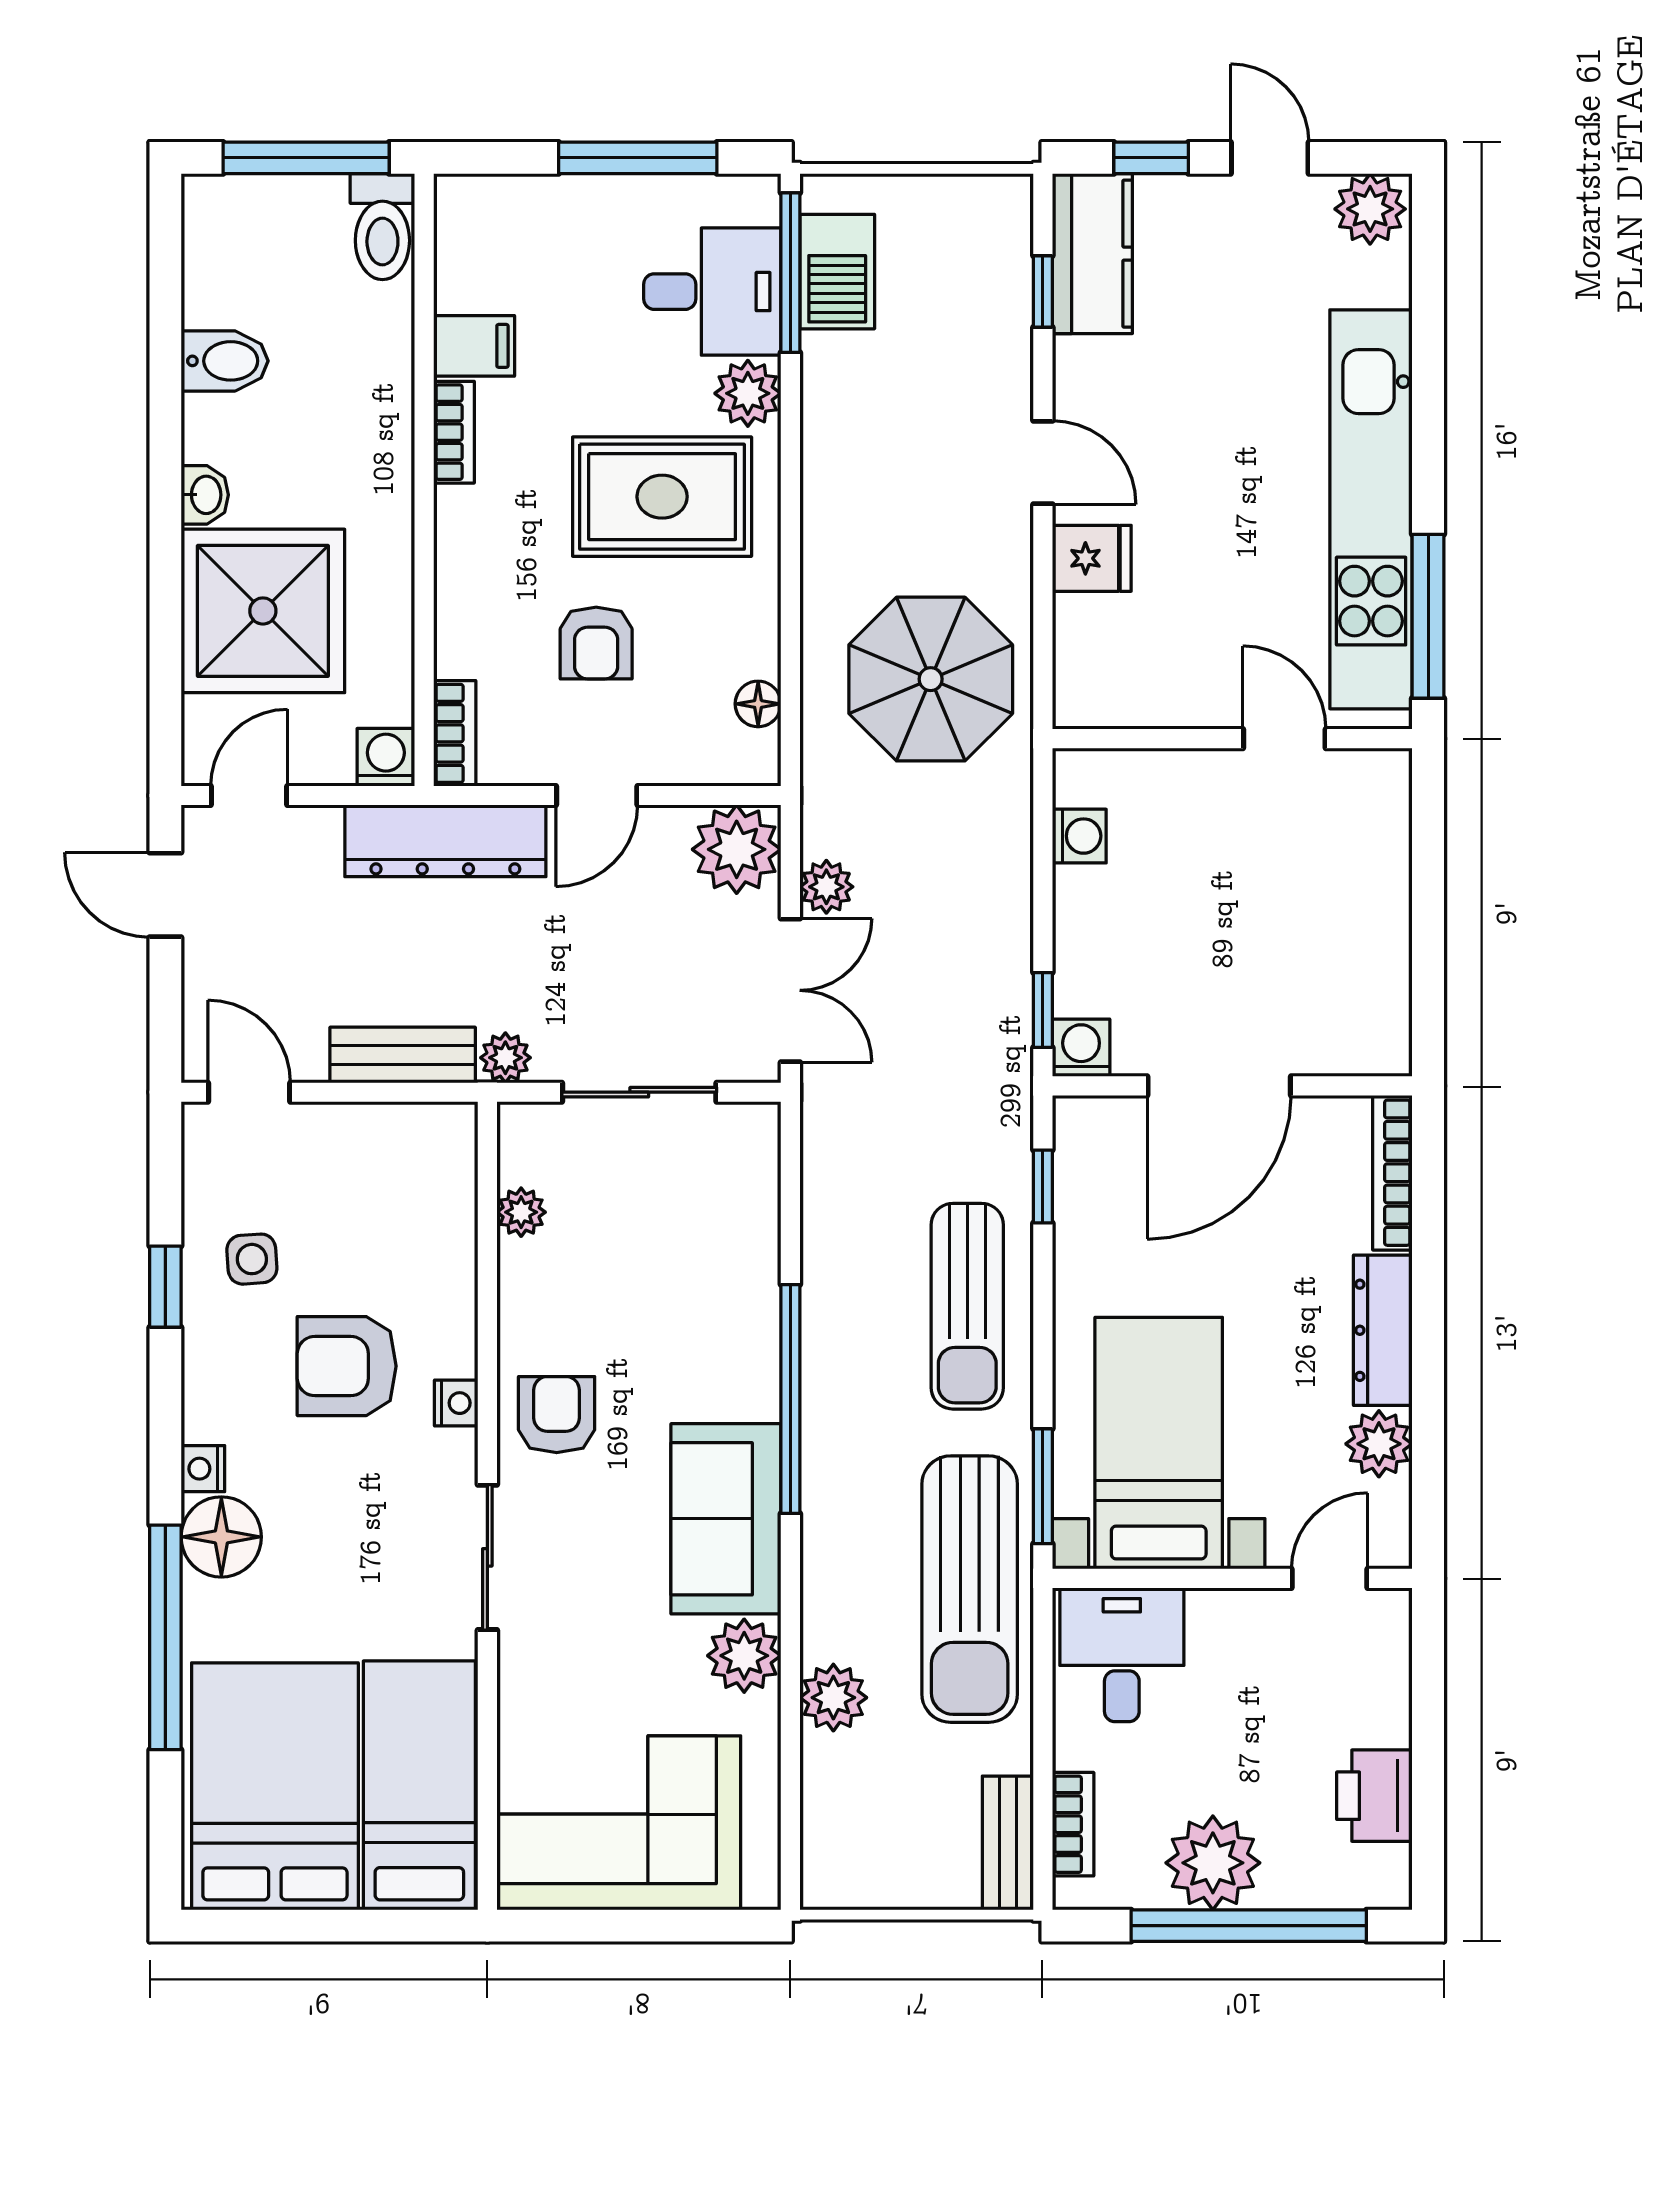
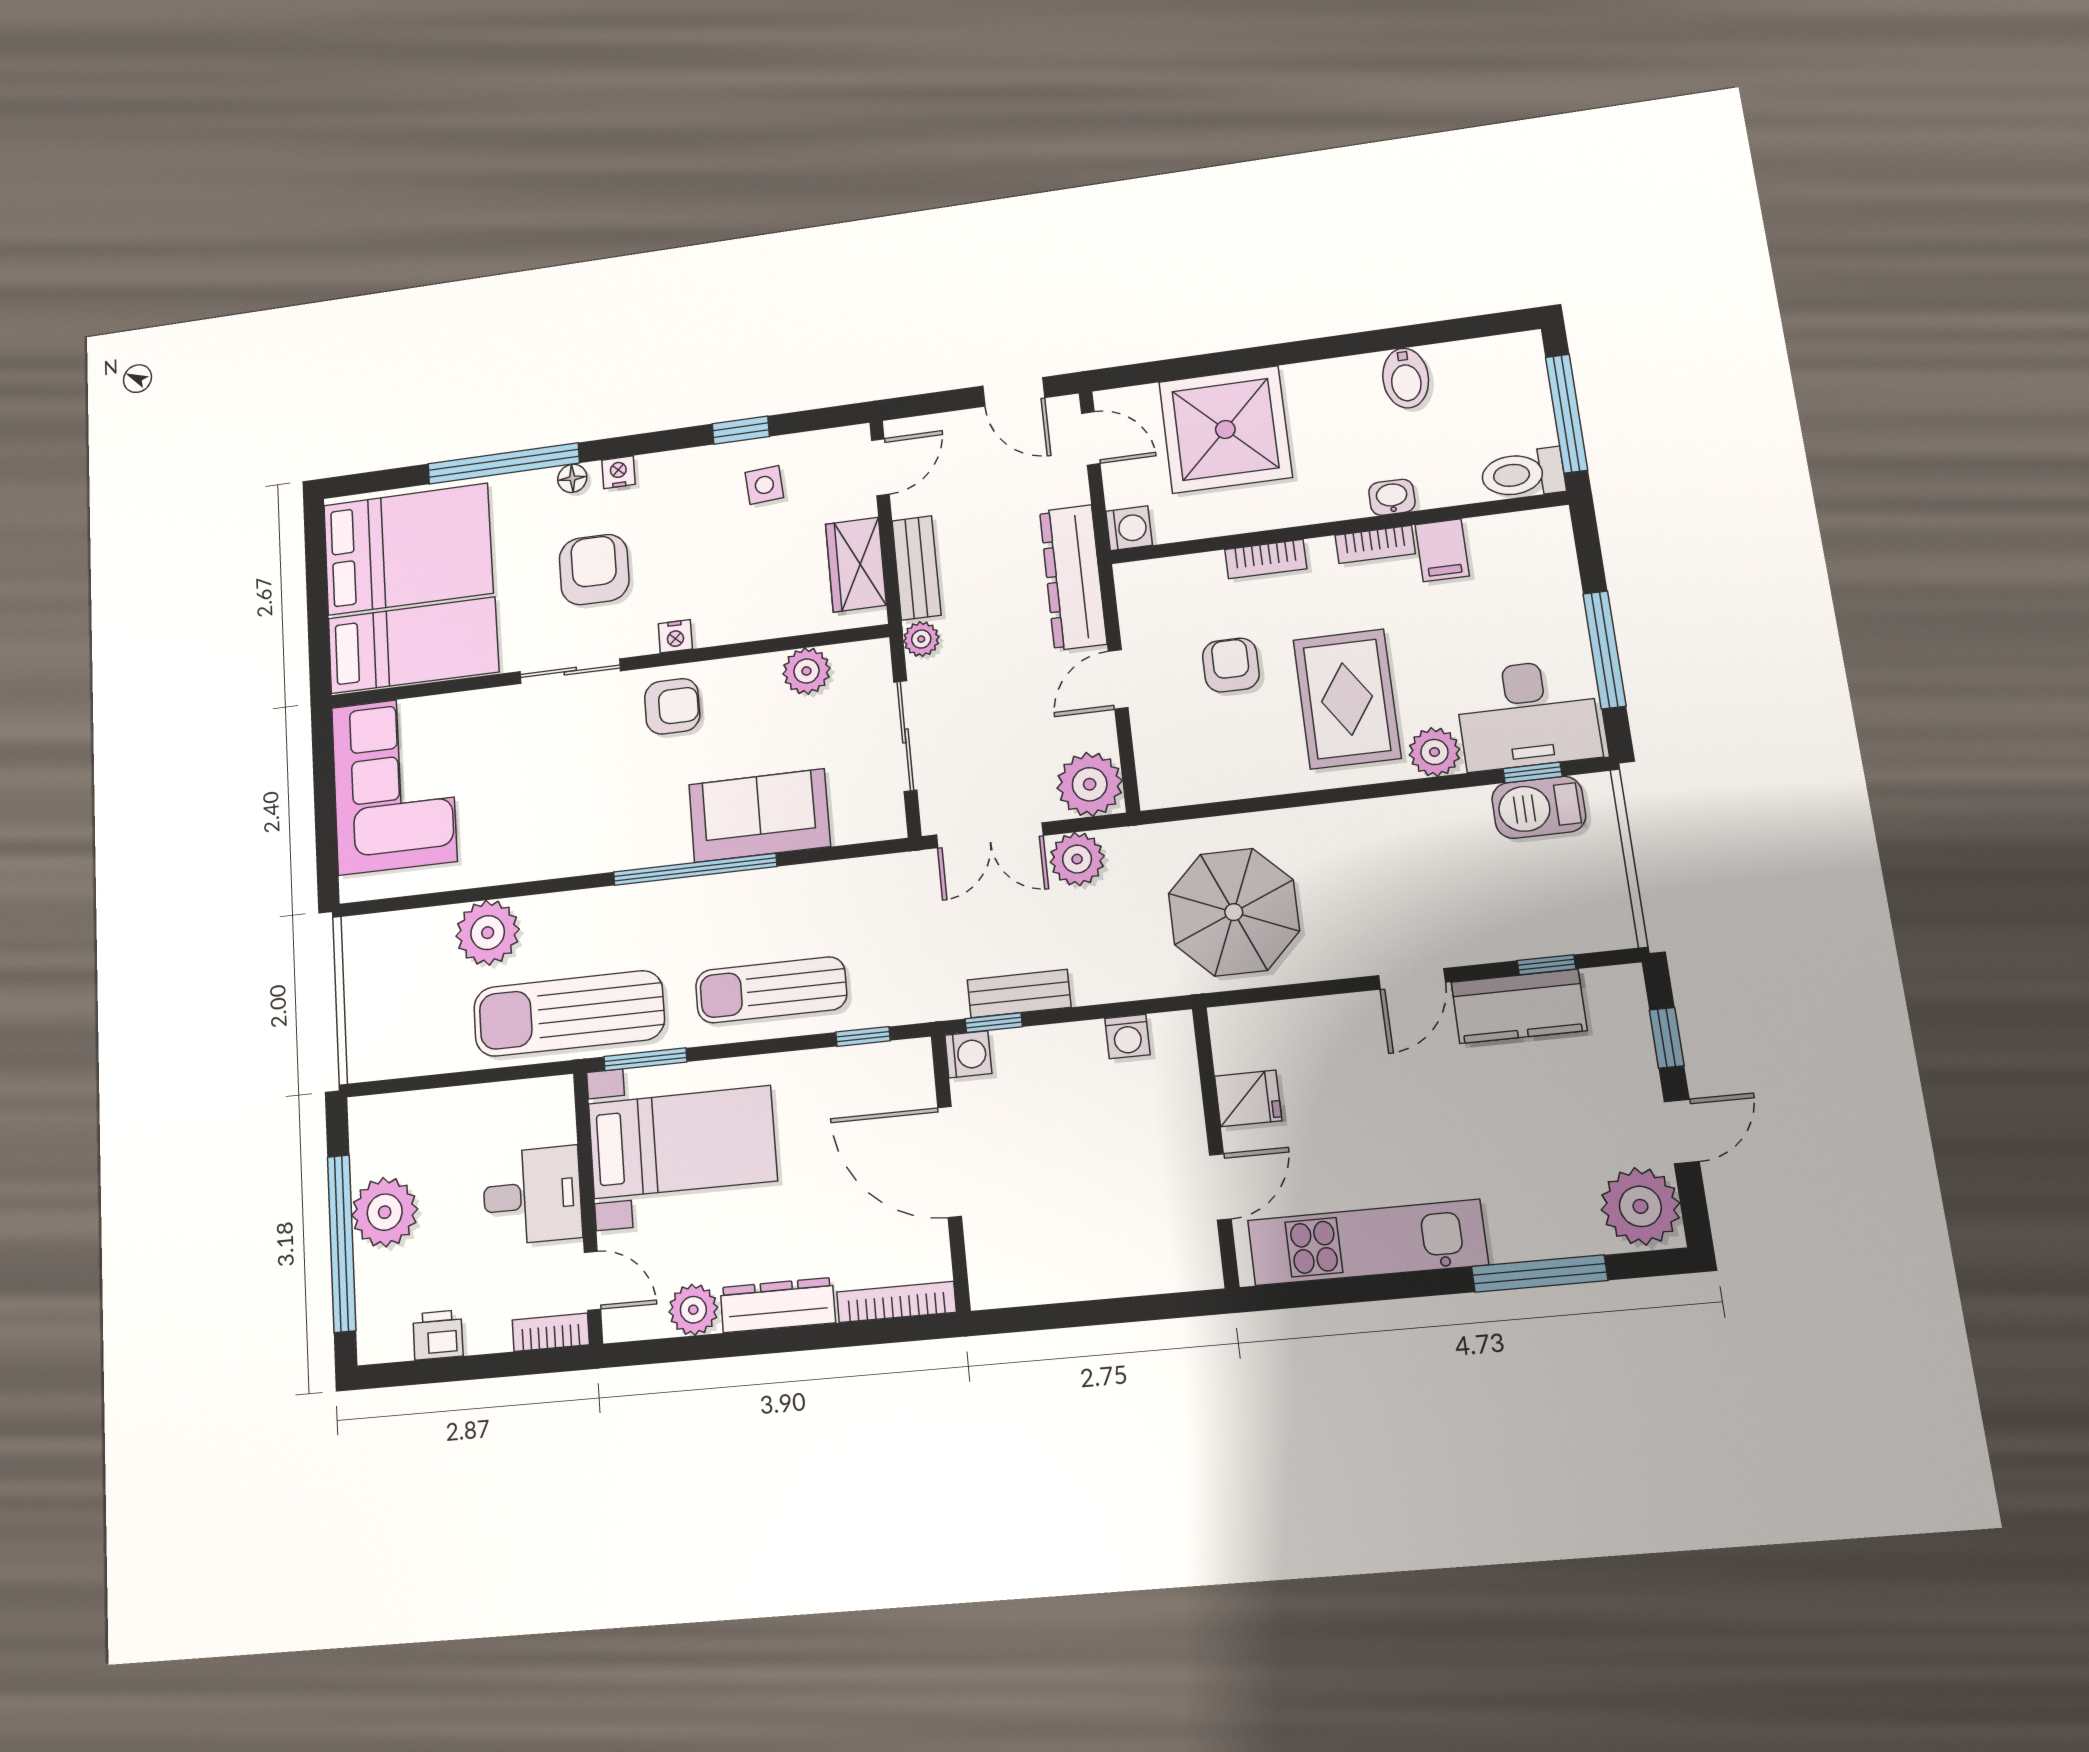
plant: (1370, 209) -> (1640, 1206), width x1.36, depth x1.36
kitchen counter: (1092, 254) -> (1519, 1006), moved
window: (790, 273) -> (1533, 773), width x0.46
desk: (712, 292) -> (1528, 715), width x1.37
washbasin: (205, 495) -> (1392, 497), moved, turned 180
kitchen unit: (1371, 509) -> (1367, 1242), width x0.73
fridge: (1092, 558) -> (1248, 1098), moved, turned -90
window: (1428, 616) -> (1539, 1273), moved
armchair: (596, 643) -> (1231, 665), turned 90
floor lamp: (758, 704) -> (1200, 787), removed
bookcase: (455, 733) -> (1266, 559), moved
door: (597, 795) -> (1118, 679), hinge flipped
plant: (826, 887) -> (1077, 859), width x1.38, depth x1.38
door: (165, 895) -> (1014, 392), swing flipped
wardrobe: (386, 1139) -> (856, 565), added
plant: (521, 1212) -> (806, 671), width x1.38, depth x1.38
armchair: (347, 1366) -> (594, 569), moved
sofa: (726, 1519) -> (759, 815), moved
floor lamp: (221, 1537) -> (572, 478), width x0.53, depth x0.53
desk: (1122, 1655) -> (532, 1196), moved
plant: (744, 1656) -> (513, 858), removed
plant: (833, 1698) -> (488, 933), width x1.36, depth x1.36
printer: (1374, 1796) -> (438, 1335), width x0.73, depth x0.81
bookcase: (1073, 1824) -> (551, 1332), moved, turned 180
bench: (1008, 1843) -> (1019, 994), moved

